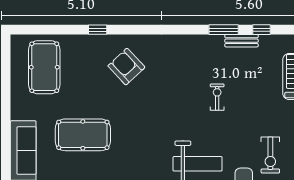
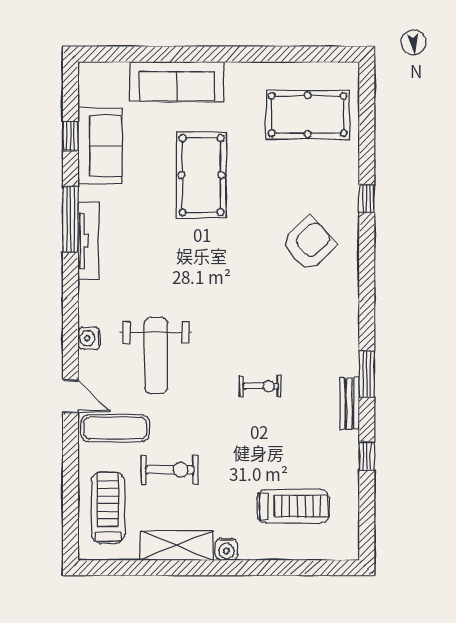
window: (224, 30) -> (367, 374), moved
bench: (241, 41) -> (349, 403), moved
exercise bike: (270, 155) -> (170, 470), turned 180

